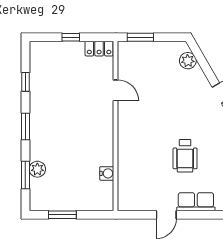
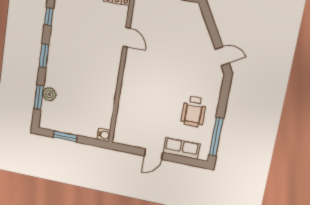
plant: (188, 61) -> (197, 21), removed
wheelchair: (185, 156) -> (194, 112), moved
water cooler: (107, 173) -> (104, 135), moved

